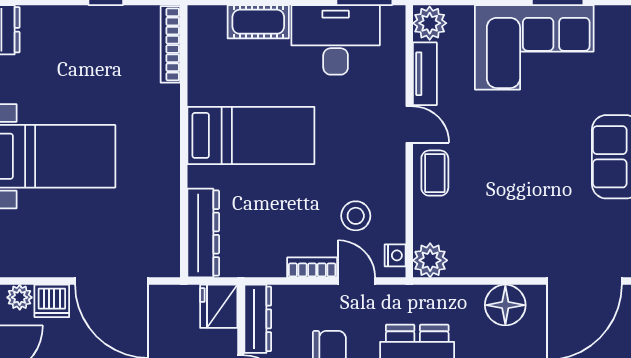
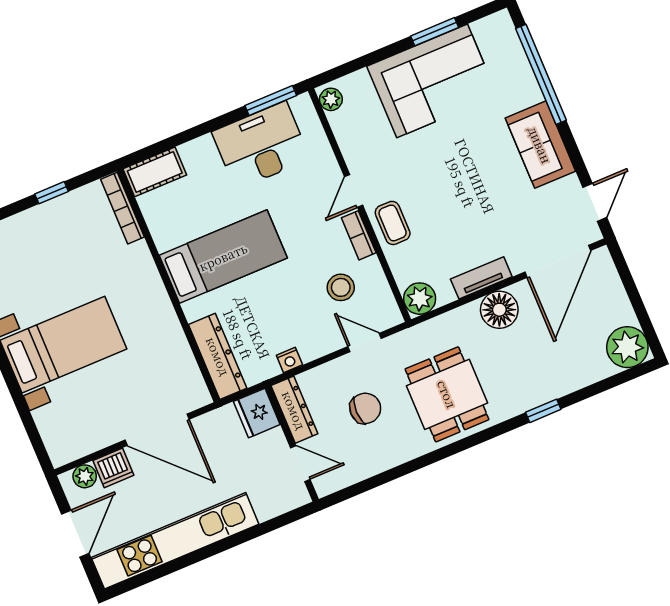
cot: (258, 22) -> (155, 172), moved
plant: (430, 23) -> (331, 99), width x0.73, depth x0.73
tv unit: (425, 74) -> (481, 278), moved, turned -90
door: (409, 125) -> (354, 191), swing flipped
nightstand: (395, 255) -> (289, 360), moved, turned 90
bookcase: (312, 267) -> (359, 235), moved, turned -90

